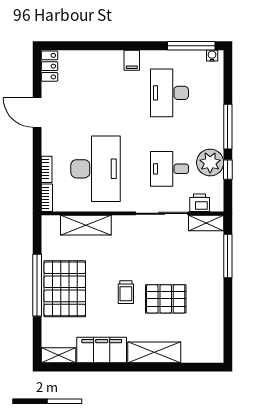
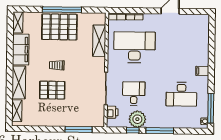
locker: (50, 66) -> (199, 19), removed
desk: (169, 93) -> (181, 94), turned 180
desk: (96, 169) -> (134, 47), turned 180
shelving: (206, 223) -> (17, 111), moved
pallet: (166, 299) -> (52, 90), turned 90

